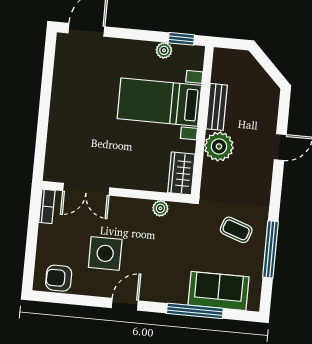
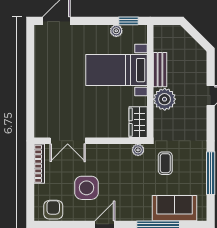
bookcase: (47, 206) -> (39, 164), width x1.56
plant: (160, 208) -> (138, 150), moved
coffee table: (236, 230) -> (165, 163), moved, turned 71
armchair: (59, 278) -> (53, 210), turned 90

